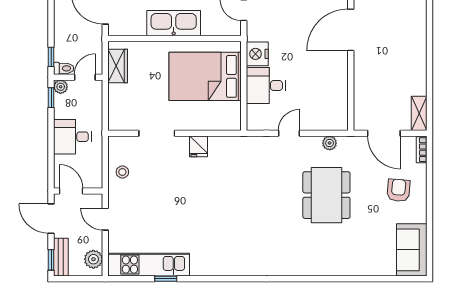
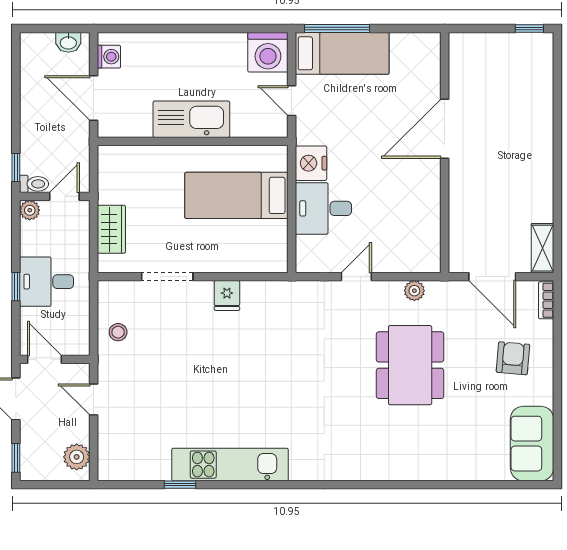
wardrobe: (118, 66) -> (111, 229), moved
bed: (205, 76) -> (236, 195), width x0.67
window: (51, 98) -> (16, 287), moved
bench: (61, 257) -> (30, 454), removed
kitchen unit: (149, 265) -> (230, 465), moved

